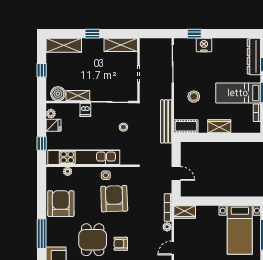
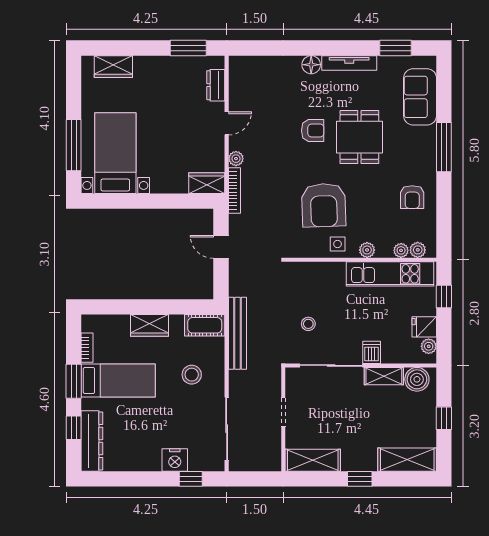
kitchen unit: (84, 157) -> (390, 274), width x0.73
plant: (57, 172) -> (418, 250), added
plant: (88, 172) -> (367, 250), added
armchair: (61, 204) -> (412, 197), width x0.53, depth x0.53

